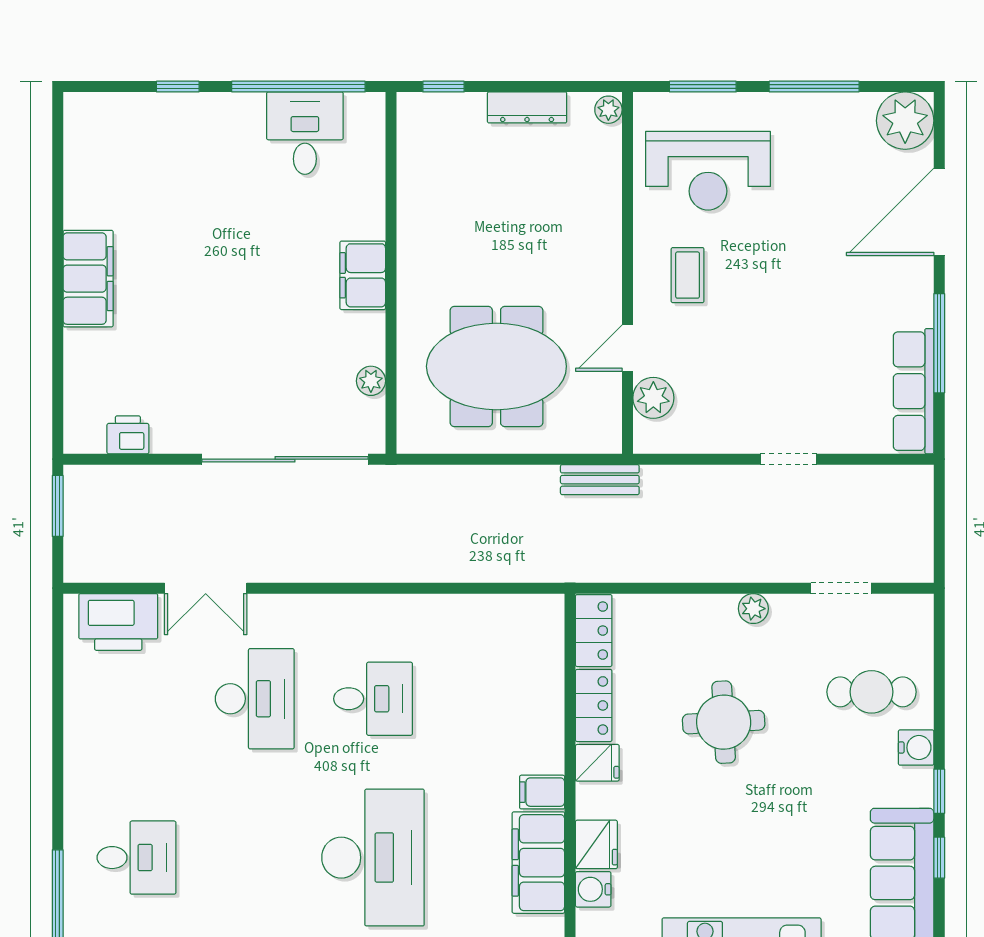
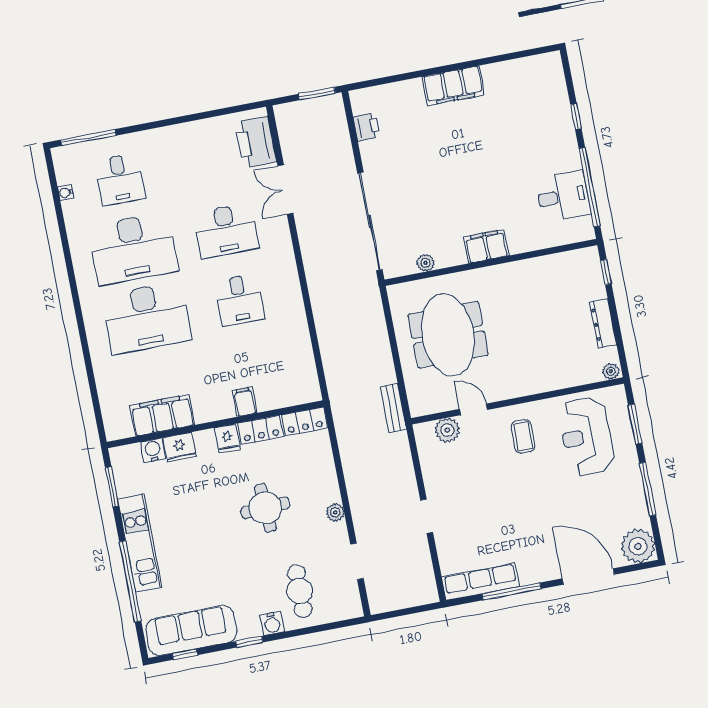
coffee table: (688, 275) -> (523, 436), turned 90
filing cabinet: (542, 792) -> (245, 402), moved
desk: (255, 858) -> (133, 249), added
window: (939, 858) -> (185, 654), moved

